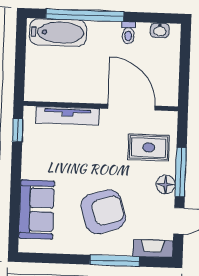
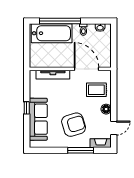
bathtub: (58, 32) -> (52, 33), width x1.36, depth x1.36
window: (18, 130) -> (27, 108), moved
window: (181, 172) -> (114, 102), removed
sofa: (37, 210) -> (38, 119), width x1.36

